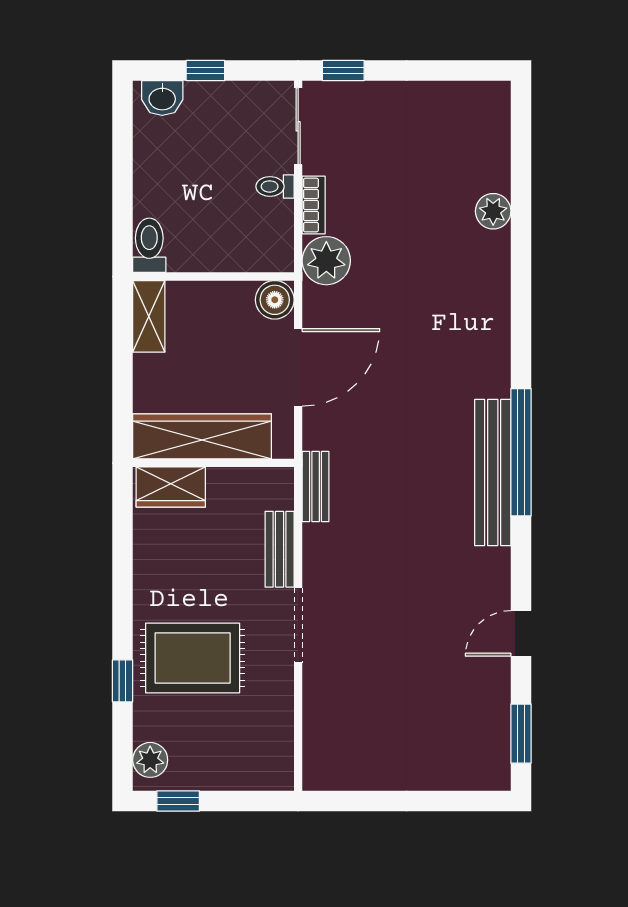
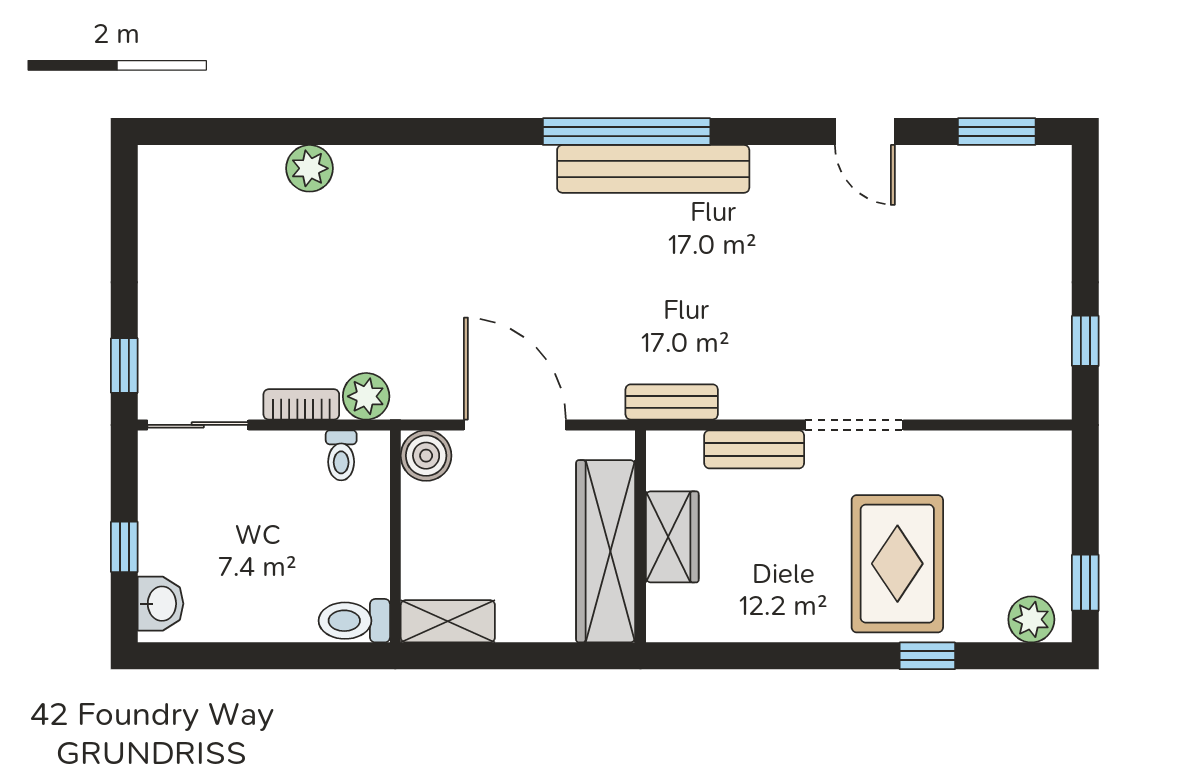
toilet: (275, 186) -> (341, 455), moved
plant: (326, 261) -> (366, 396), width x0.73, depth x0.73
wardrobe: (171, 487) -> (672, 537), moved
window: (362, 801) -> (1085, 341), added

